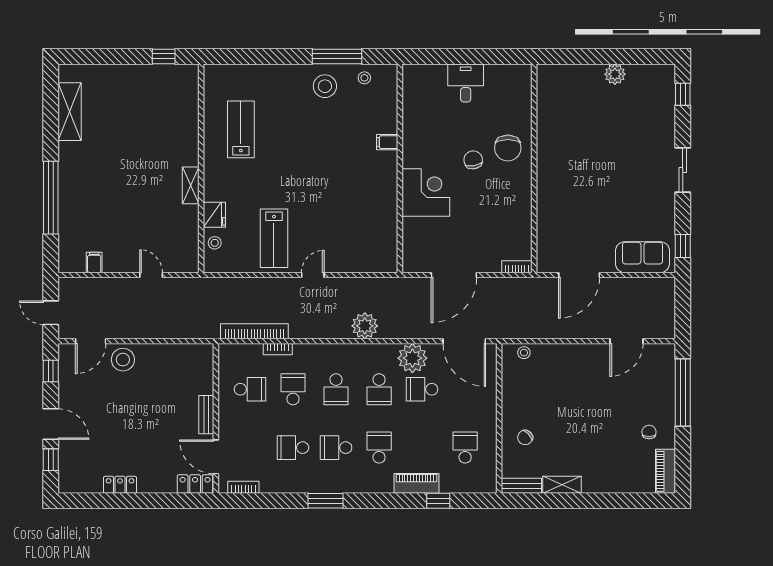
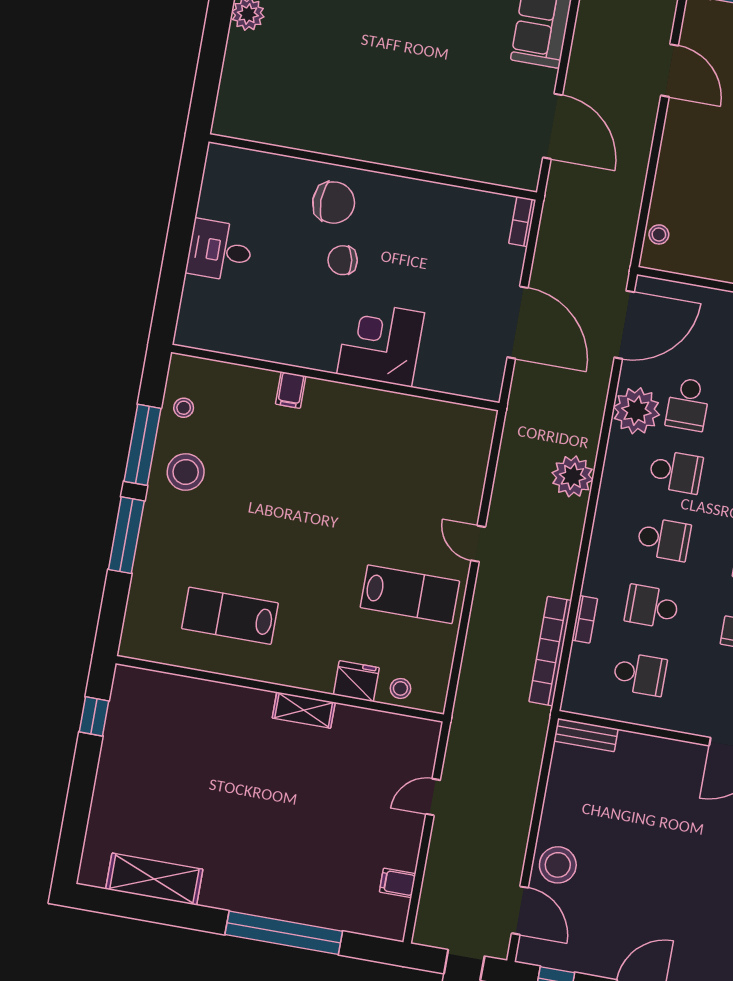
window: (279, 56) -> (126, 535), added
school desk: (250, 389) -> (640, 674), turned 90
bench: (206, 415) -> (586, 735), moved

